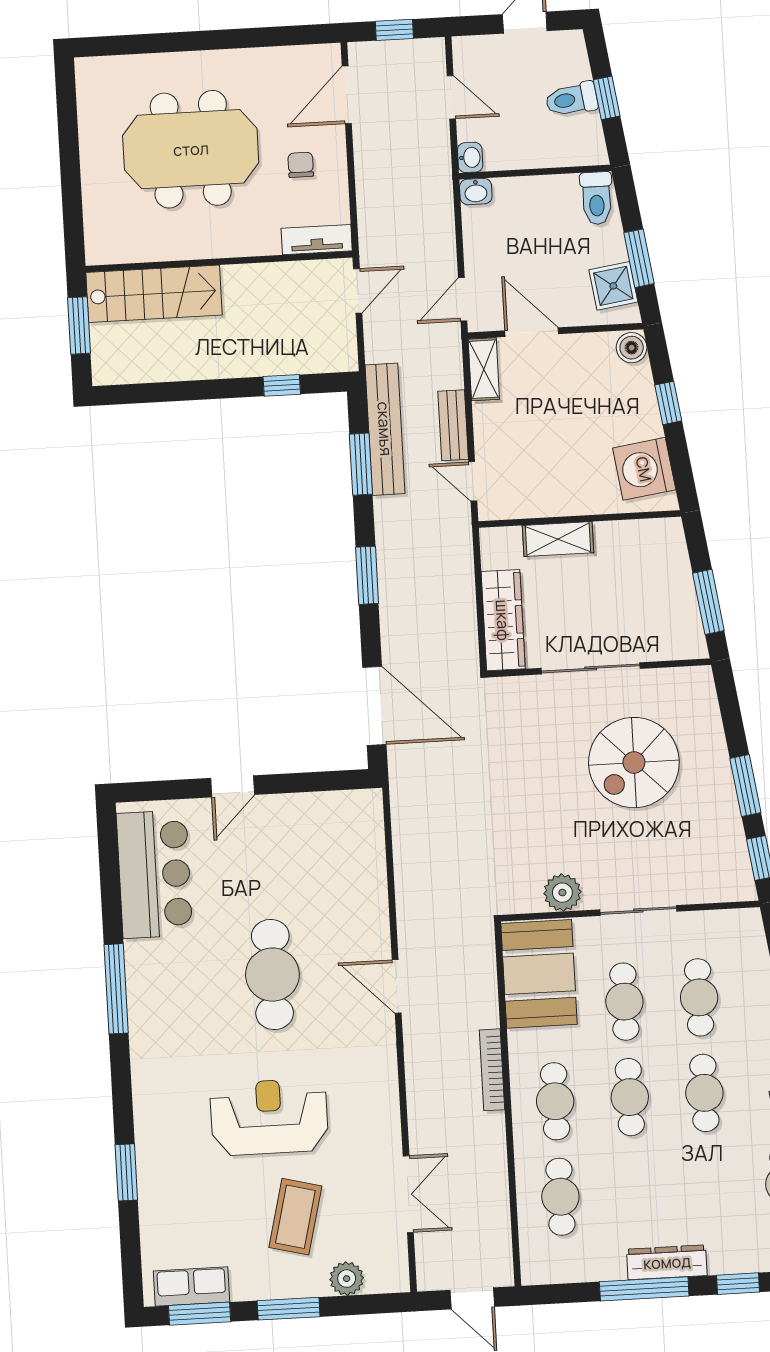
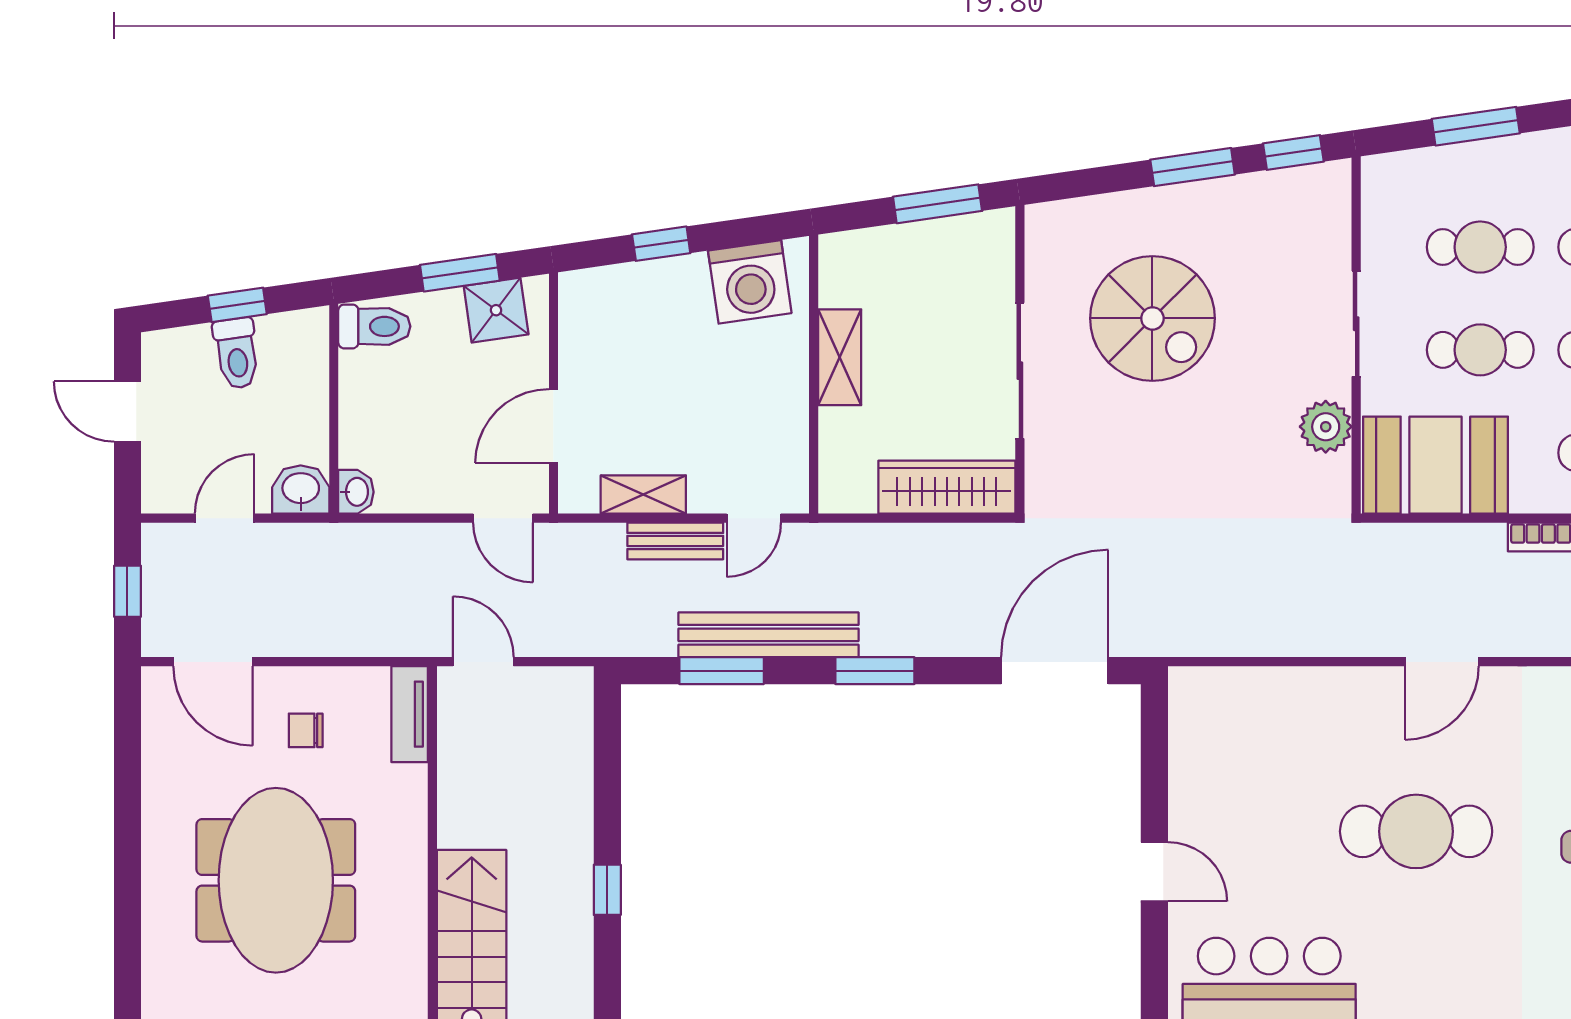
washbasin: (470, 157) -> (301, 490), width x1.38, depth x1.45
boiler: (632, 348) -> (582, 290), removed
shelving: (484, 369) -> (643, 495), moved
window: (282, 385) -> (607, 890), moved
bench: (385, 429) -> (768, 635), moved
shelving: (558, 539) -> (840, 357), moved

